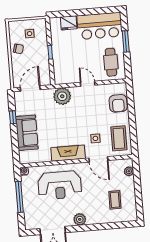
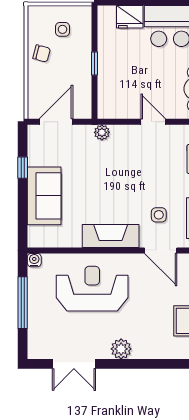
plant: (62, 96) -> (102, 132), width x0.53, depth x0.53
reception desk: (60, 185) -> (92, 289), turned 180

